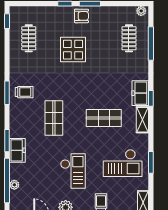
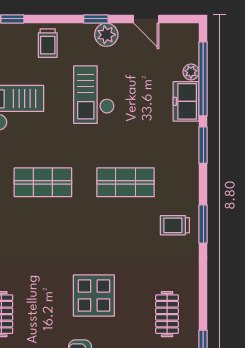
shop shelf: (54, 118) -> (125, 182), turned 90
freezer: (17, 150) -> (186, 101), moved

